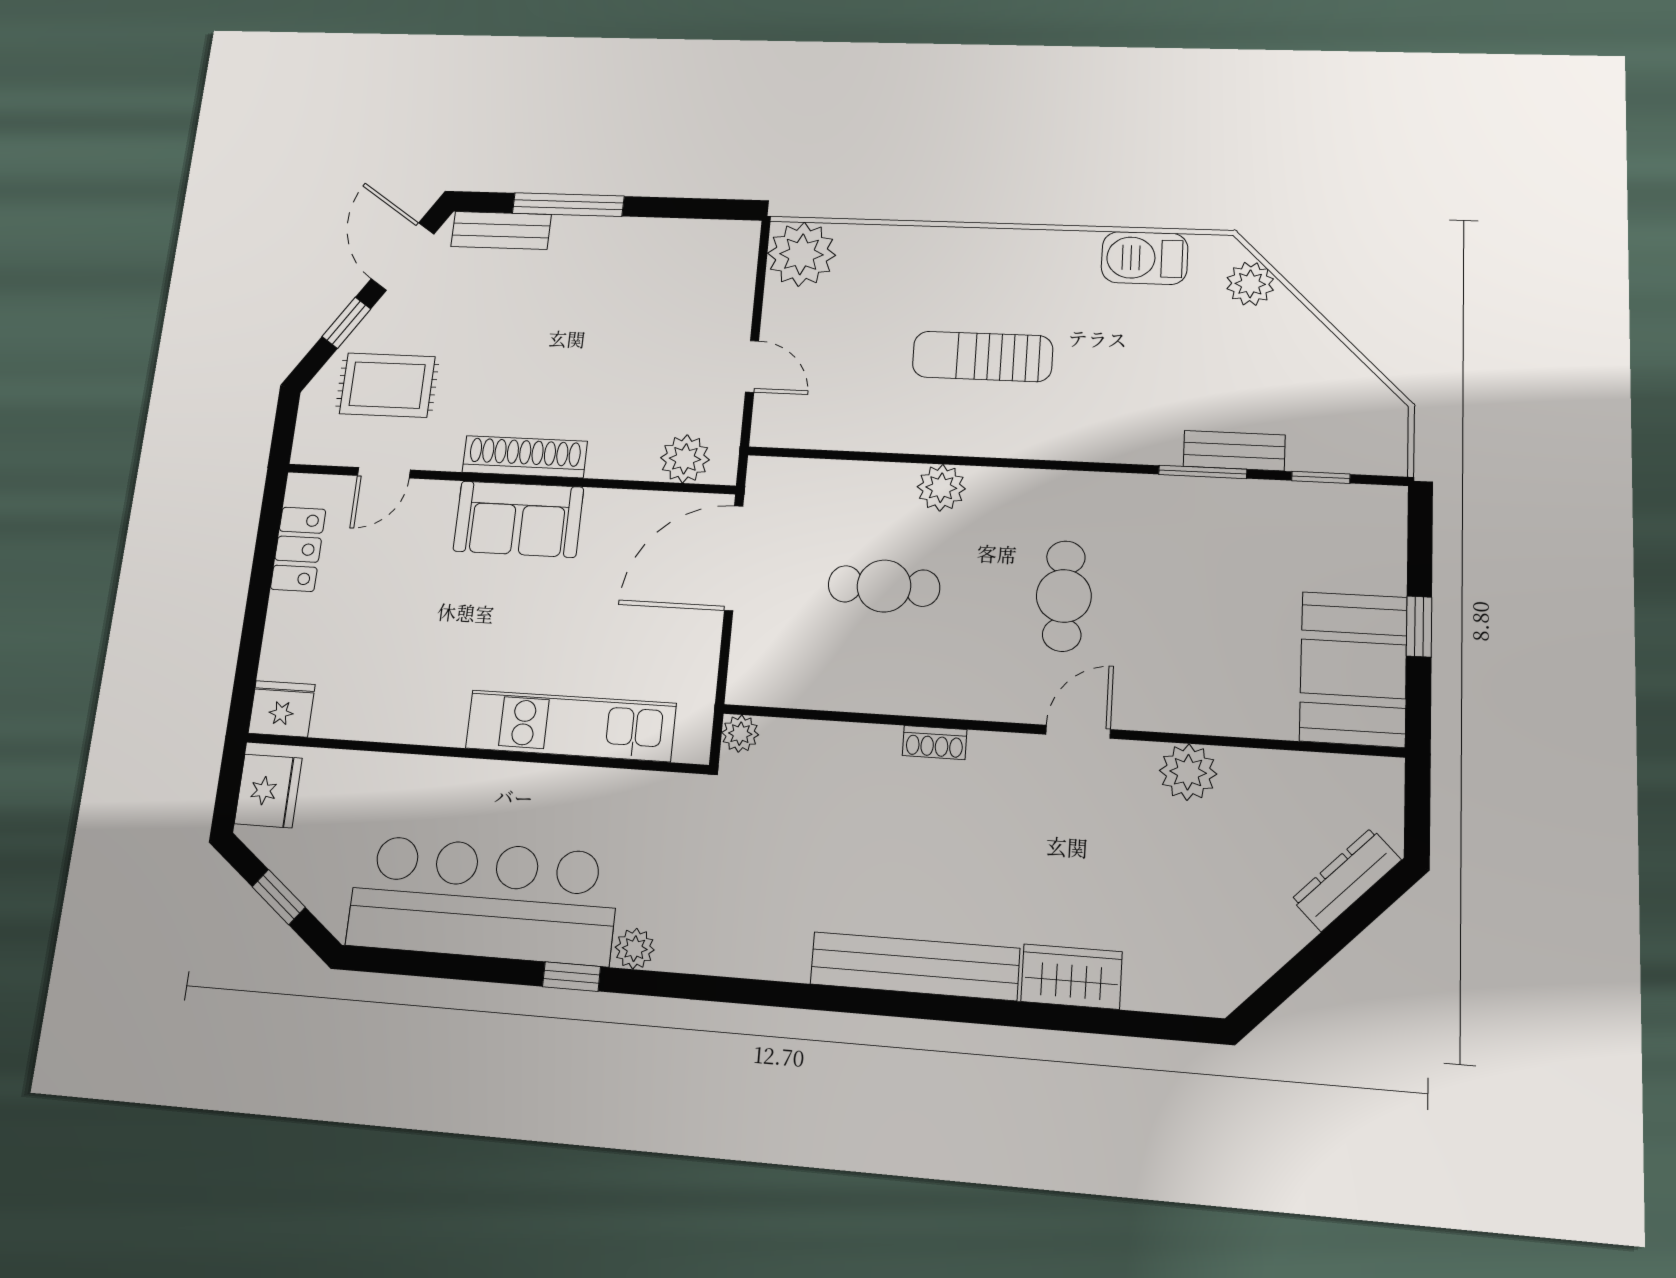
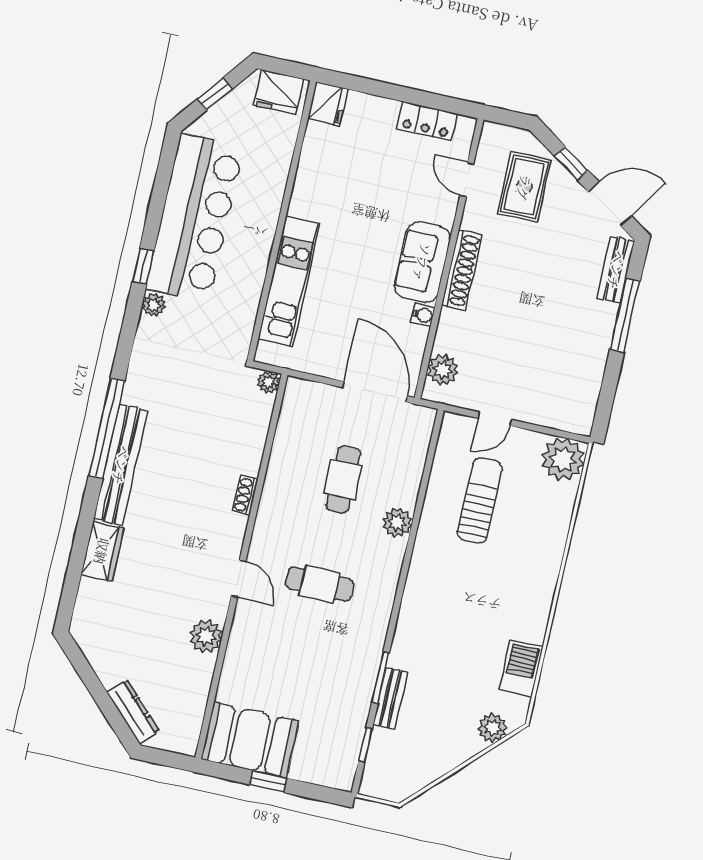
sun lounger: (982, 356) -> (480, 500), moved
water cooler: (602, 504) -> (423, 315), added
window: (856, 1000) -> (107, 428), added

